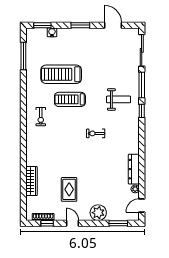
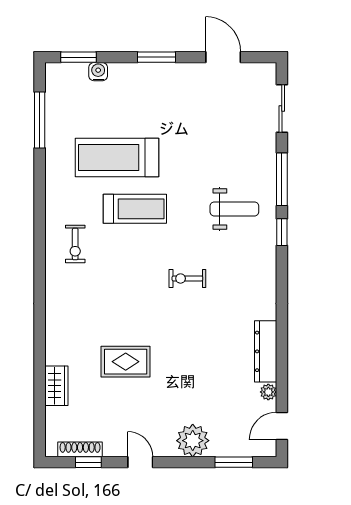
sliding door: (142, 50) -> (282, 109), width x0.73
treadmill: (70, 99) -> (135, 209), turned 180
wardrobe: (32, 181) -> (56, 386), width x0.67
rug: (69, 189) -> (126, 362), moved, turned 90

